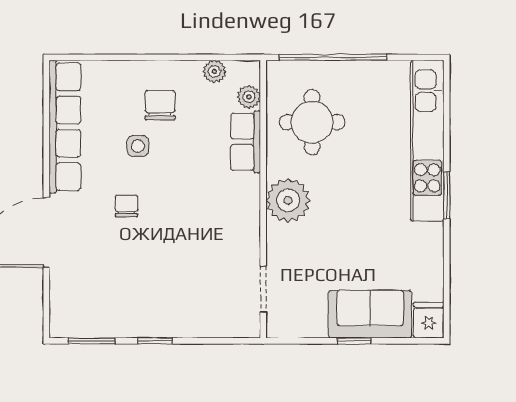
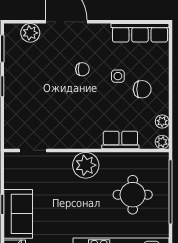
plant: (249, 97) -> (162, 142), moved
round table: (312, 122) -> (133, 195), moved
row of seats: (65, 127) -> (140, 33), width x0.73
plant: (65, 294) -> (30, 33), added

